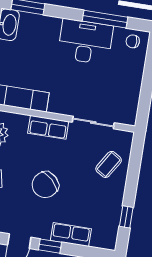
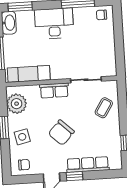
desk: (85, 42) -> (54, 23), moved
row of seats: (71, 235) -> (88, 165), width x1.48

